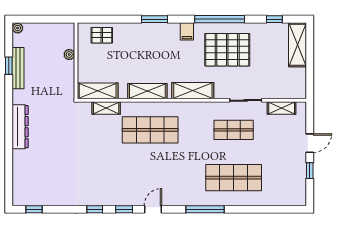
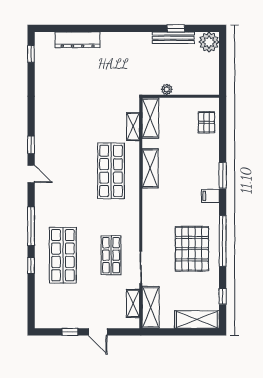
plant: (18, 28) -> (209, 42), width x1.88, depth x1.88
filing cabinet: (187, 31) -> (210, 196), moved
plant: (69, 54) -> (167, 89), moved
shelving: (193, 91) -> (151, 307), moved
dresser: (20, 127) -> (78, 40), moved
window: (95, 209) -> (31, 265), moved

